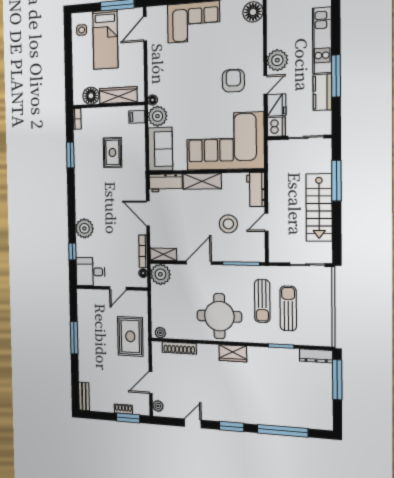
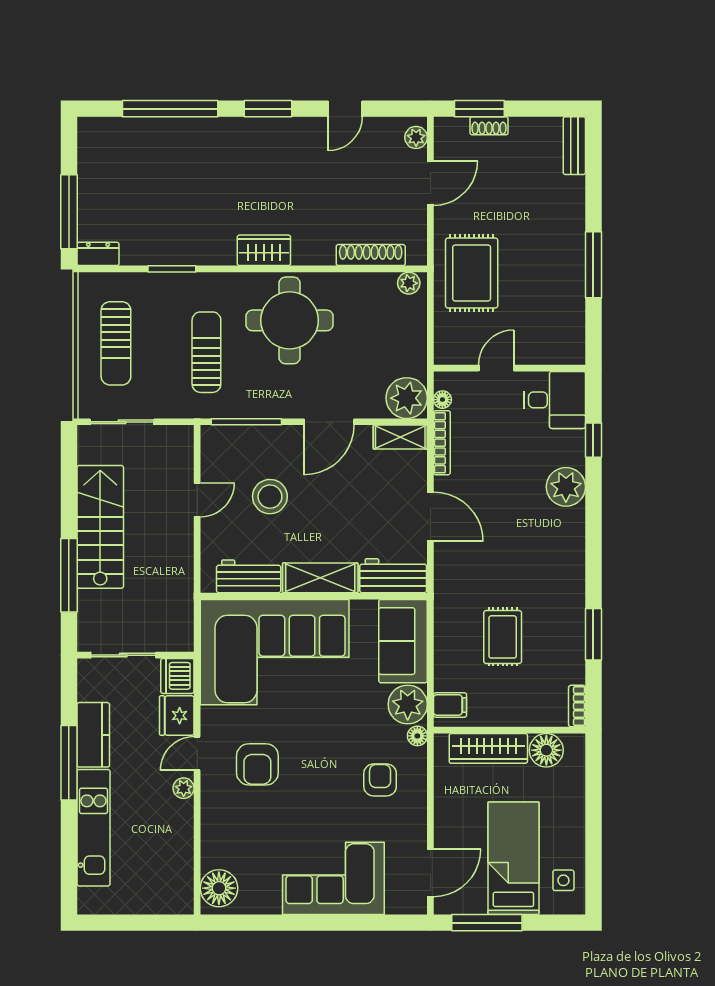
plant: (277, 60) -> (184, 788), width x0.53, depth x0.53
armchair: (171, 76) -> (380, 780), added
workbench: (256, 190) -> (249, 576), moved, turned -90
sun lounger: (288, 308) -> (116, 343), moved
dresser: (316, 356) -> (98, 254), width x0.70

